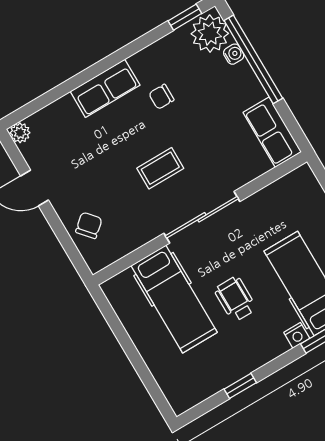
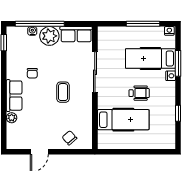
plant: (210, 34) -> (49, 36), moved
plant: (20, 133) -> (12, 118), moved
sliding door: (202, 217) -> (95, 72), moved
wheelchair: (235, 299) -> (139, 93), turned 180

